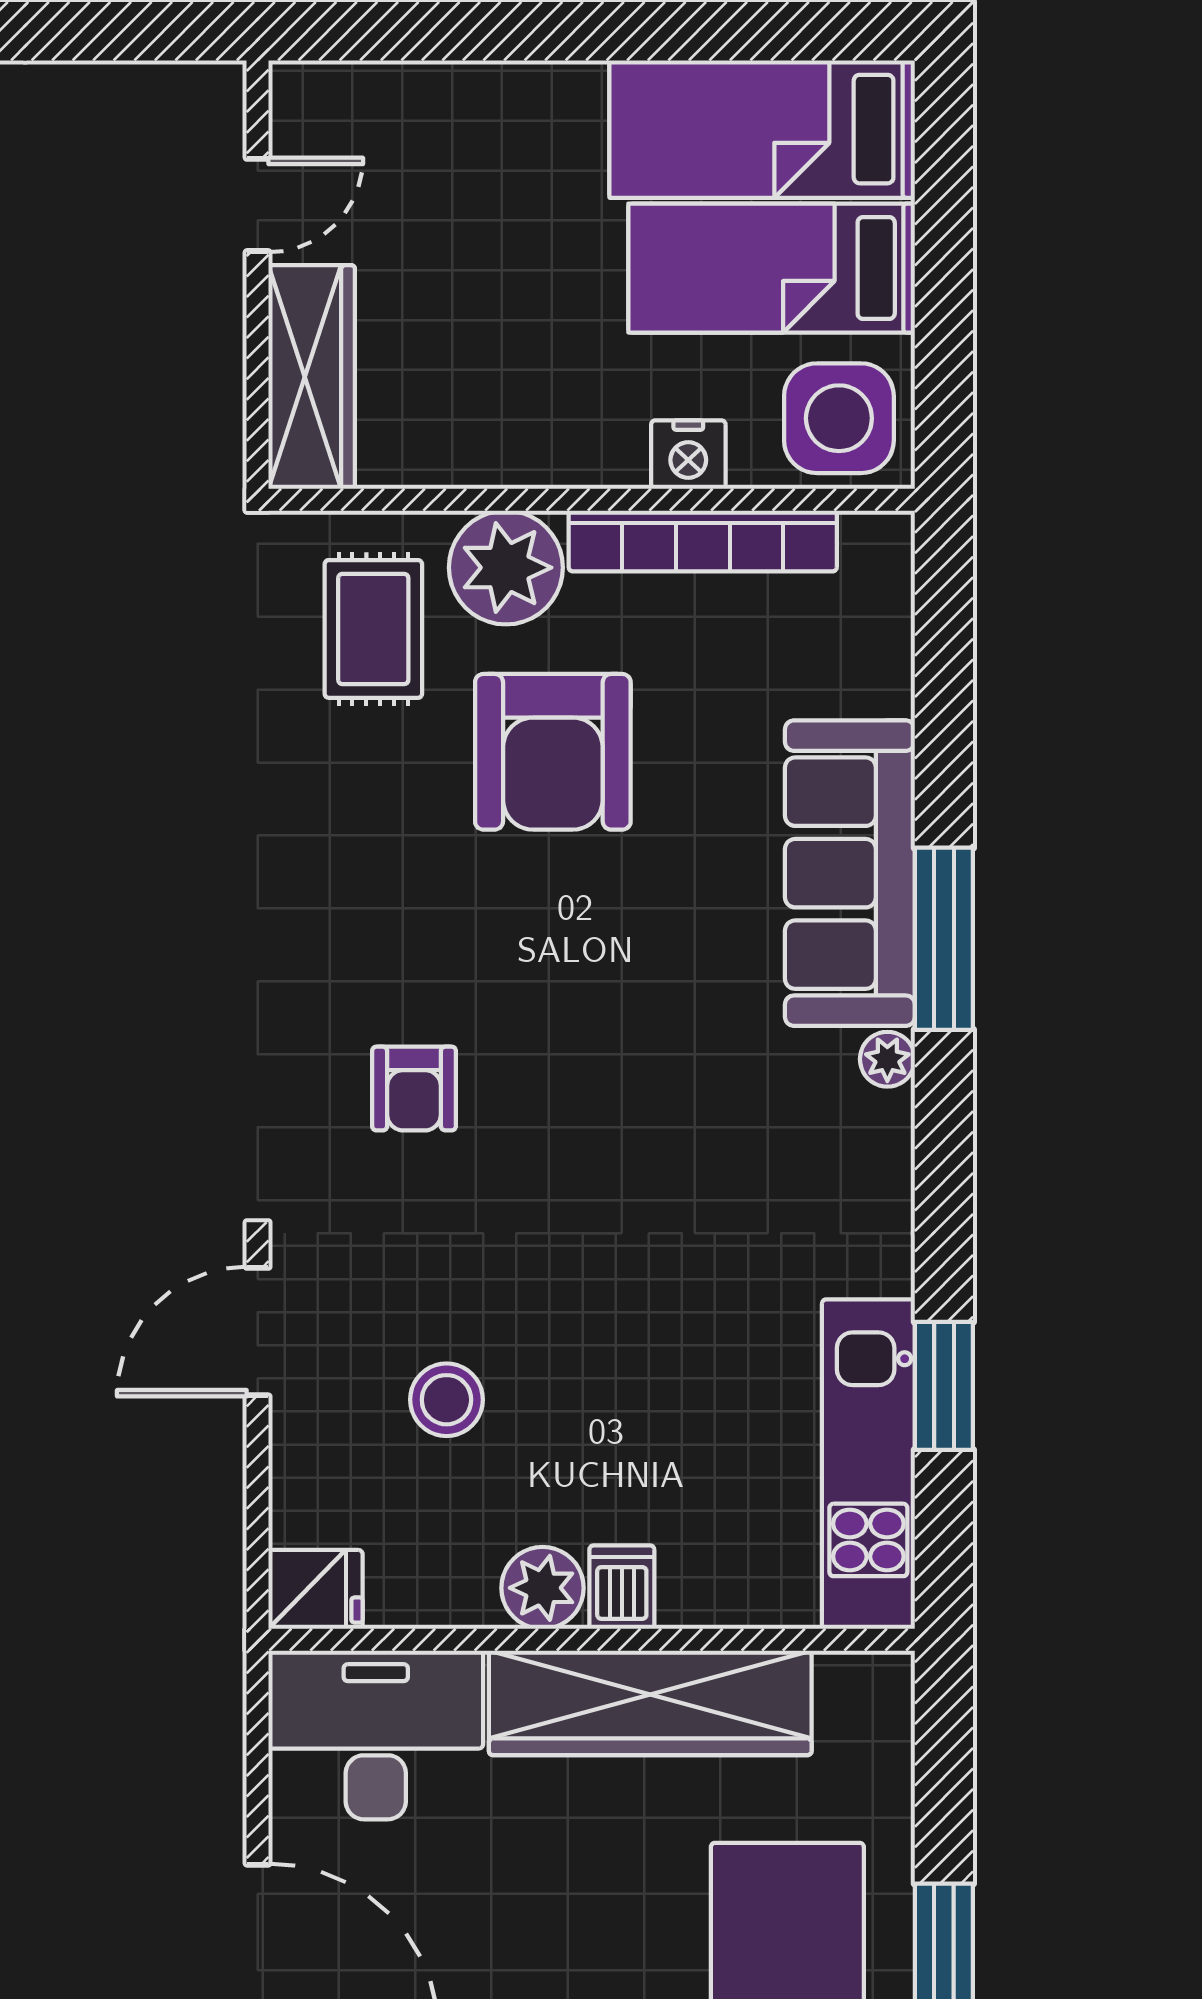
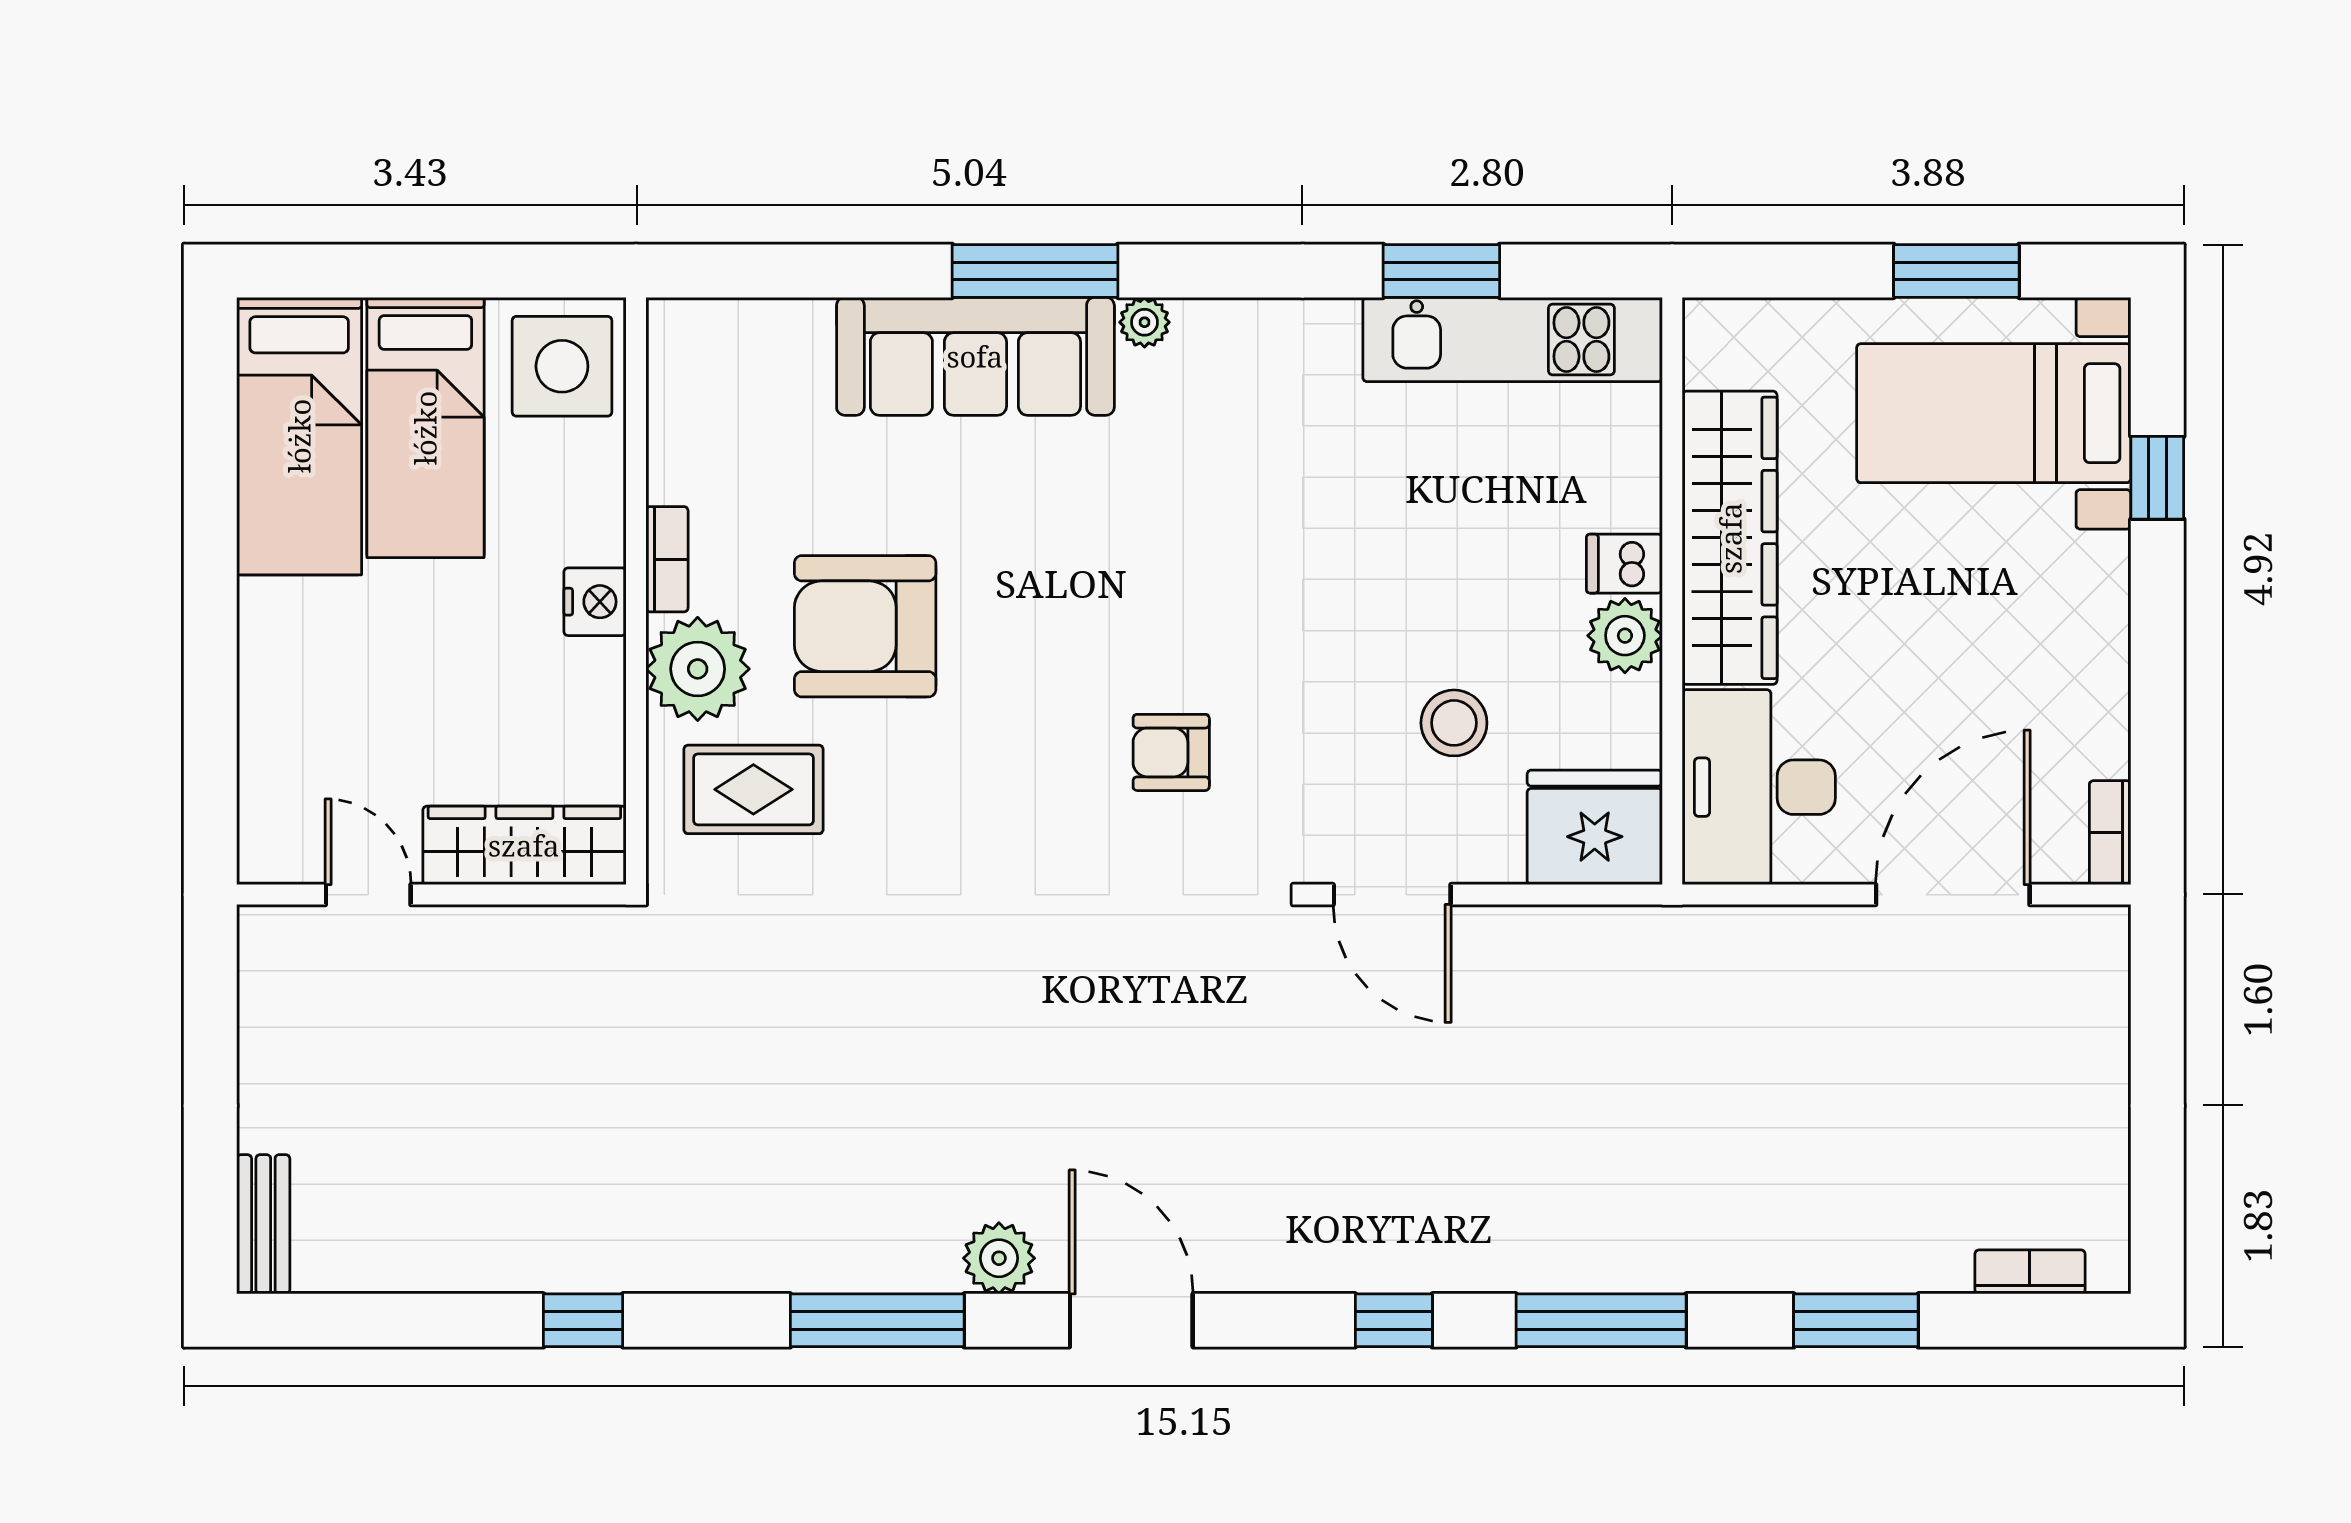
nightstand: (688, 455) -> (595, 602), moved
bookcase: (703, 541) -> (667, 559), width x0.43, depth x0.76
armchair: (553, 752) -> (865, 626), turned 180
armchair: (414, 1089) -> (1171, 752), turned 180
fridge: (316, 1589) -> (1595, 827), width x1.88, depth x1.34

